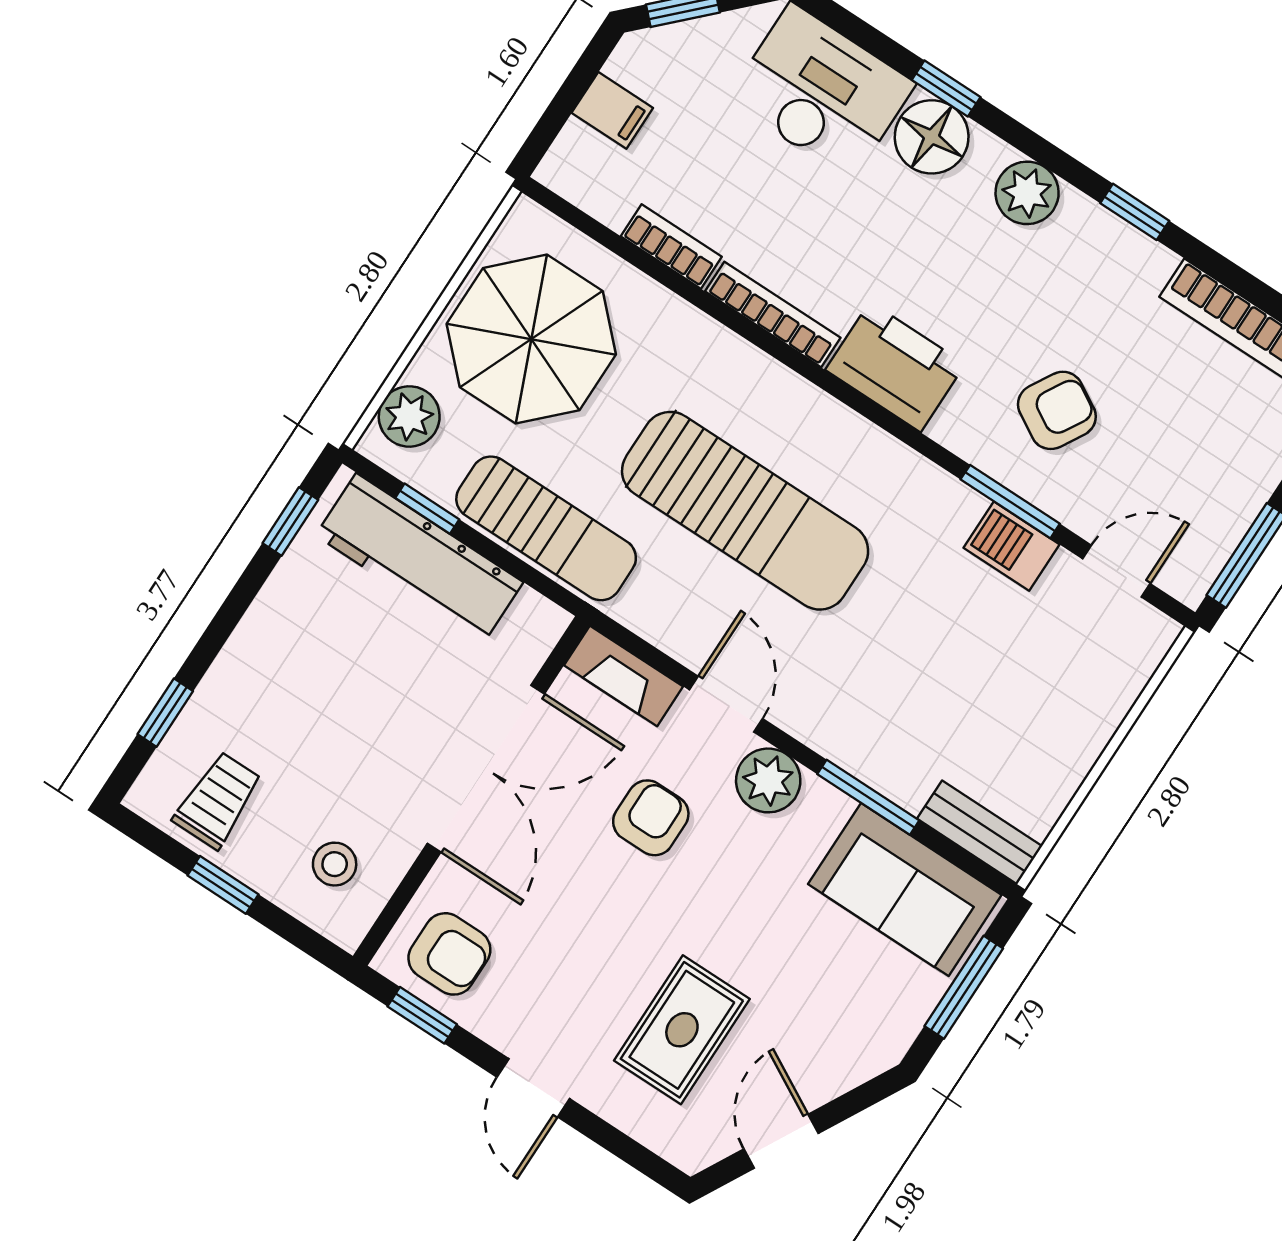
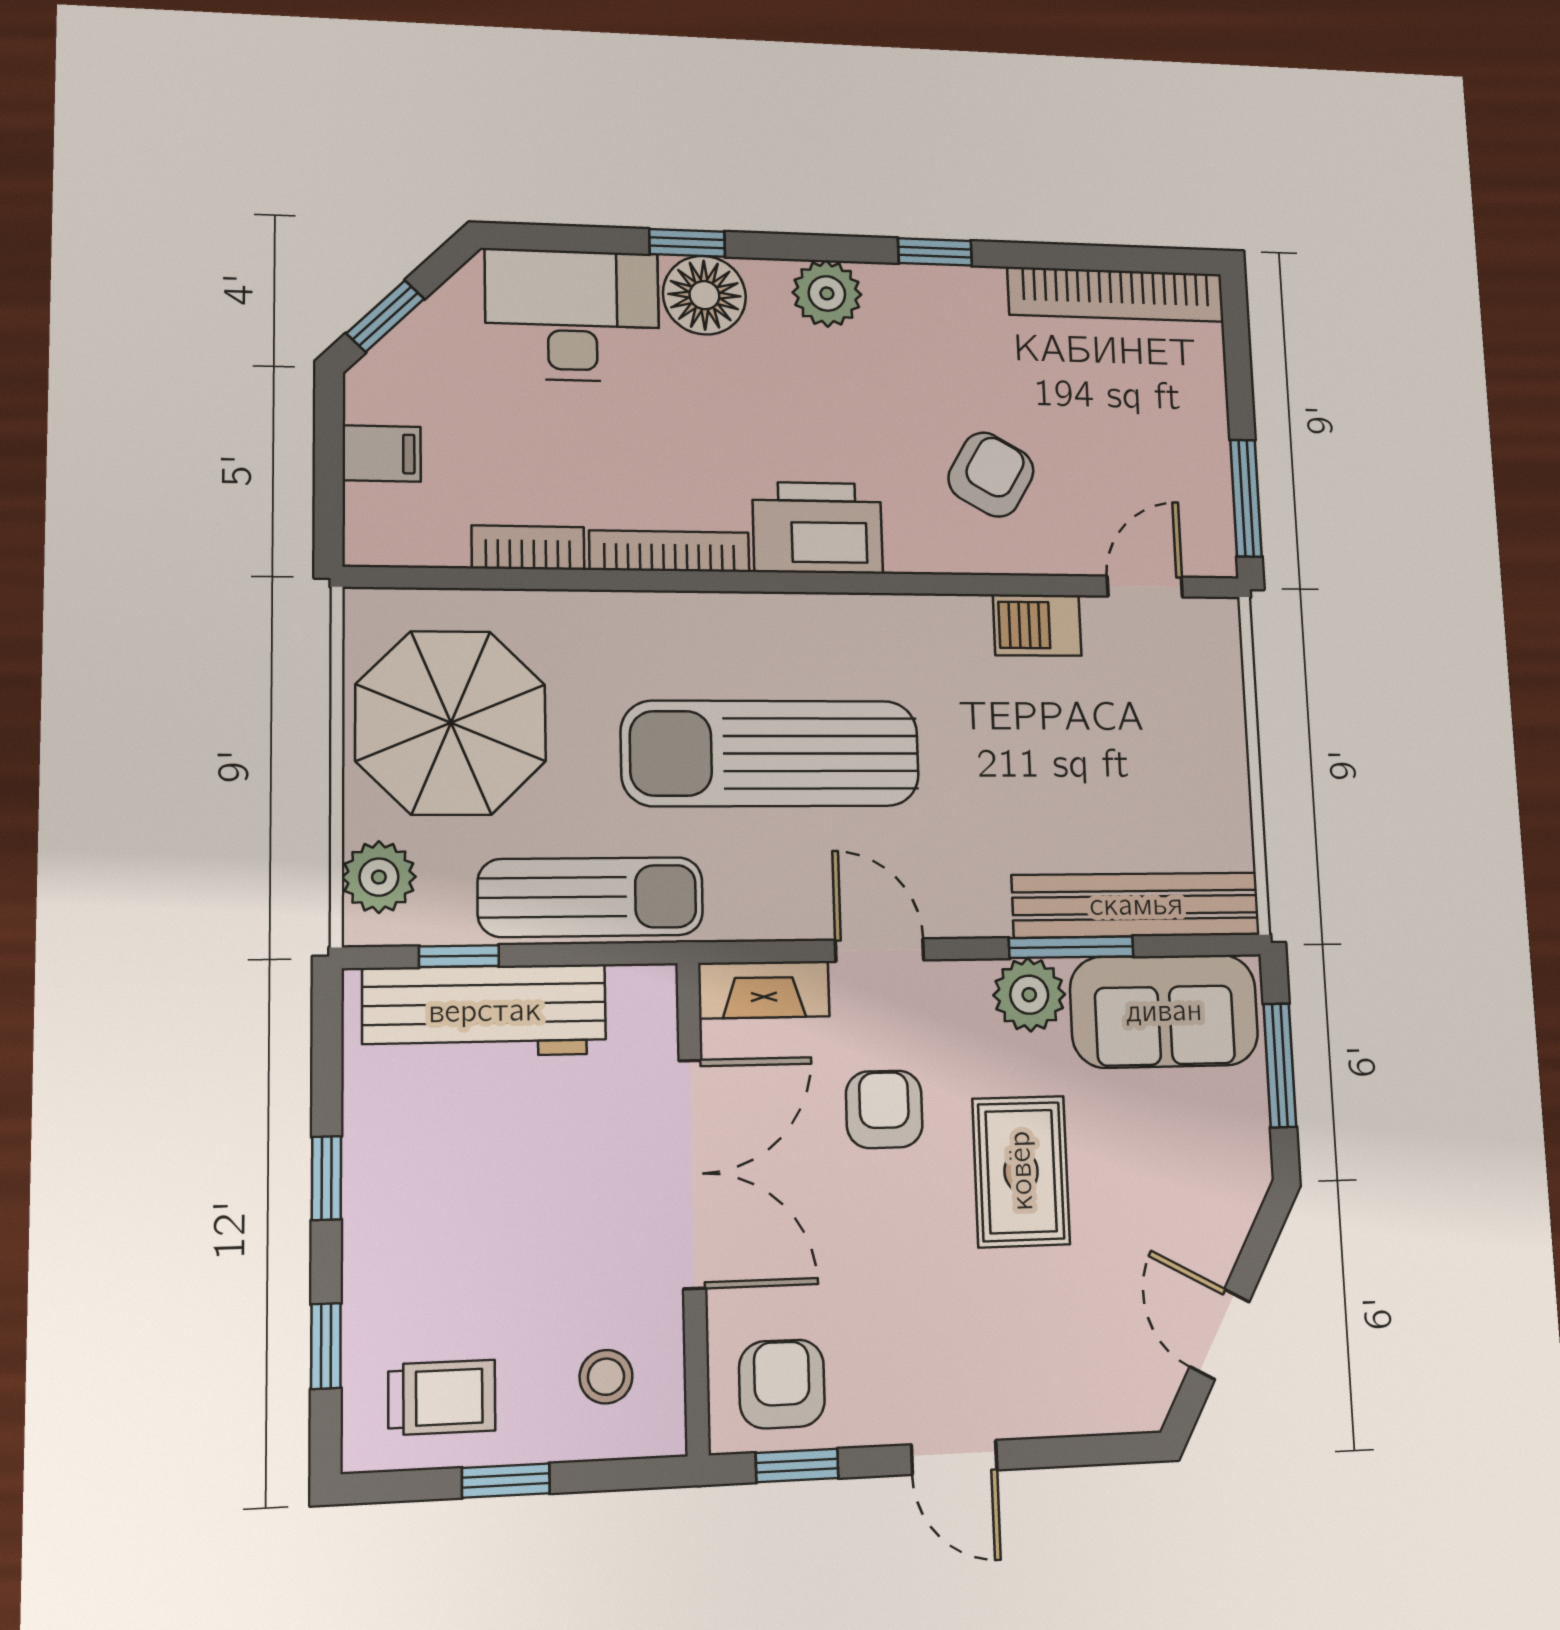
window: (1010, 502) -> (1008, 585), removed
sun lounger: (745, 511) -> (771, 753), turned 180
window: (290, 522) -> (326, 1178), moved
plant: (768, 780) -> (1029, 995), moved
trolley: (218, 800) -> (442, 1397), turned 90
bench: (980, 832) -> (1136, 905), width x1.86, depth x1.21
armchair: (449, 954) -> (782, 1384), turned -90
rug: (682, 1030) -> (1021, 1171), moved

